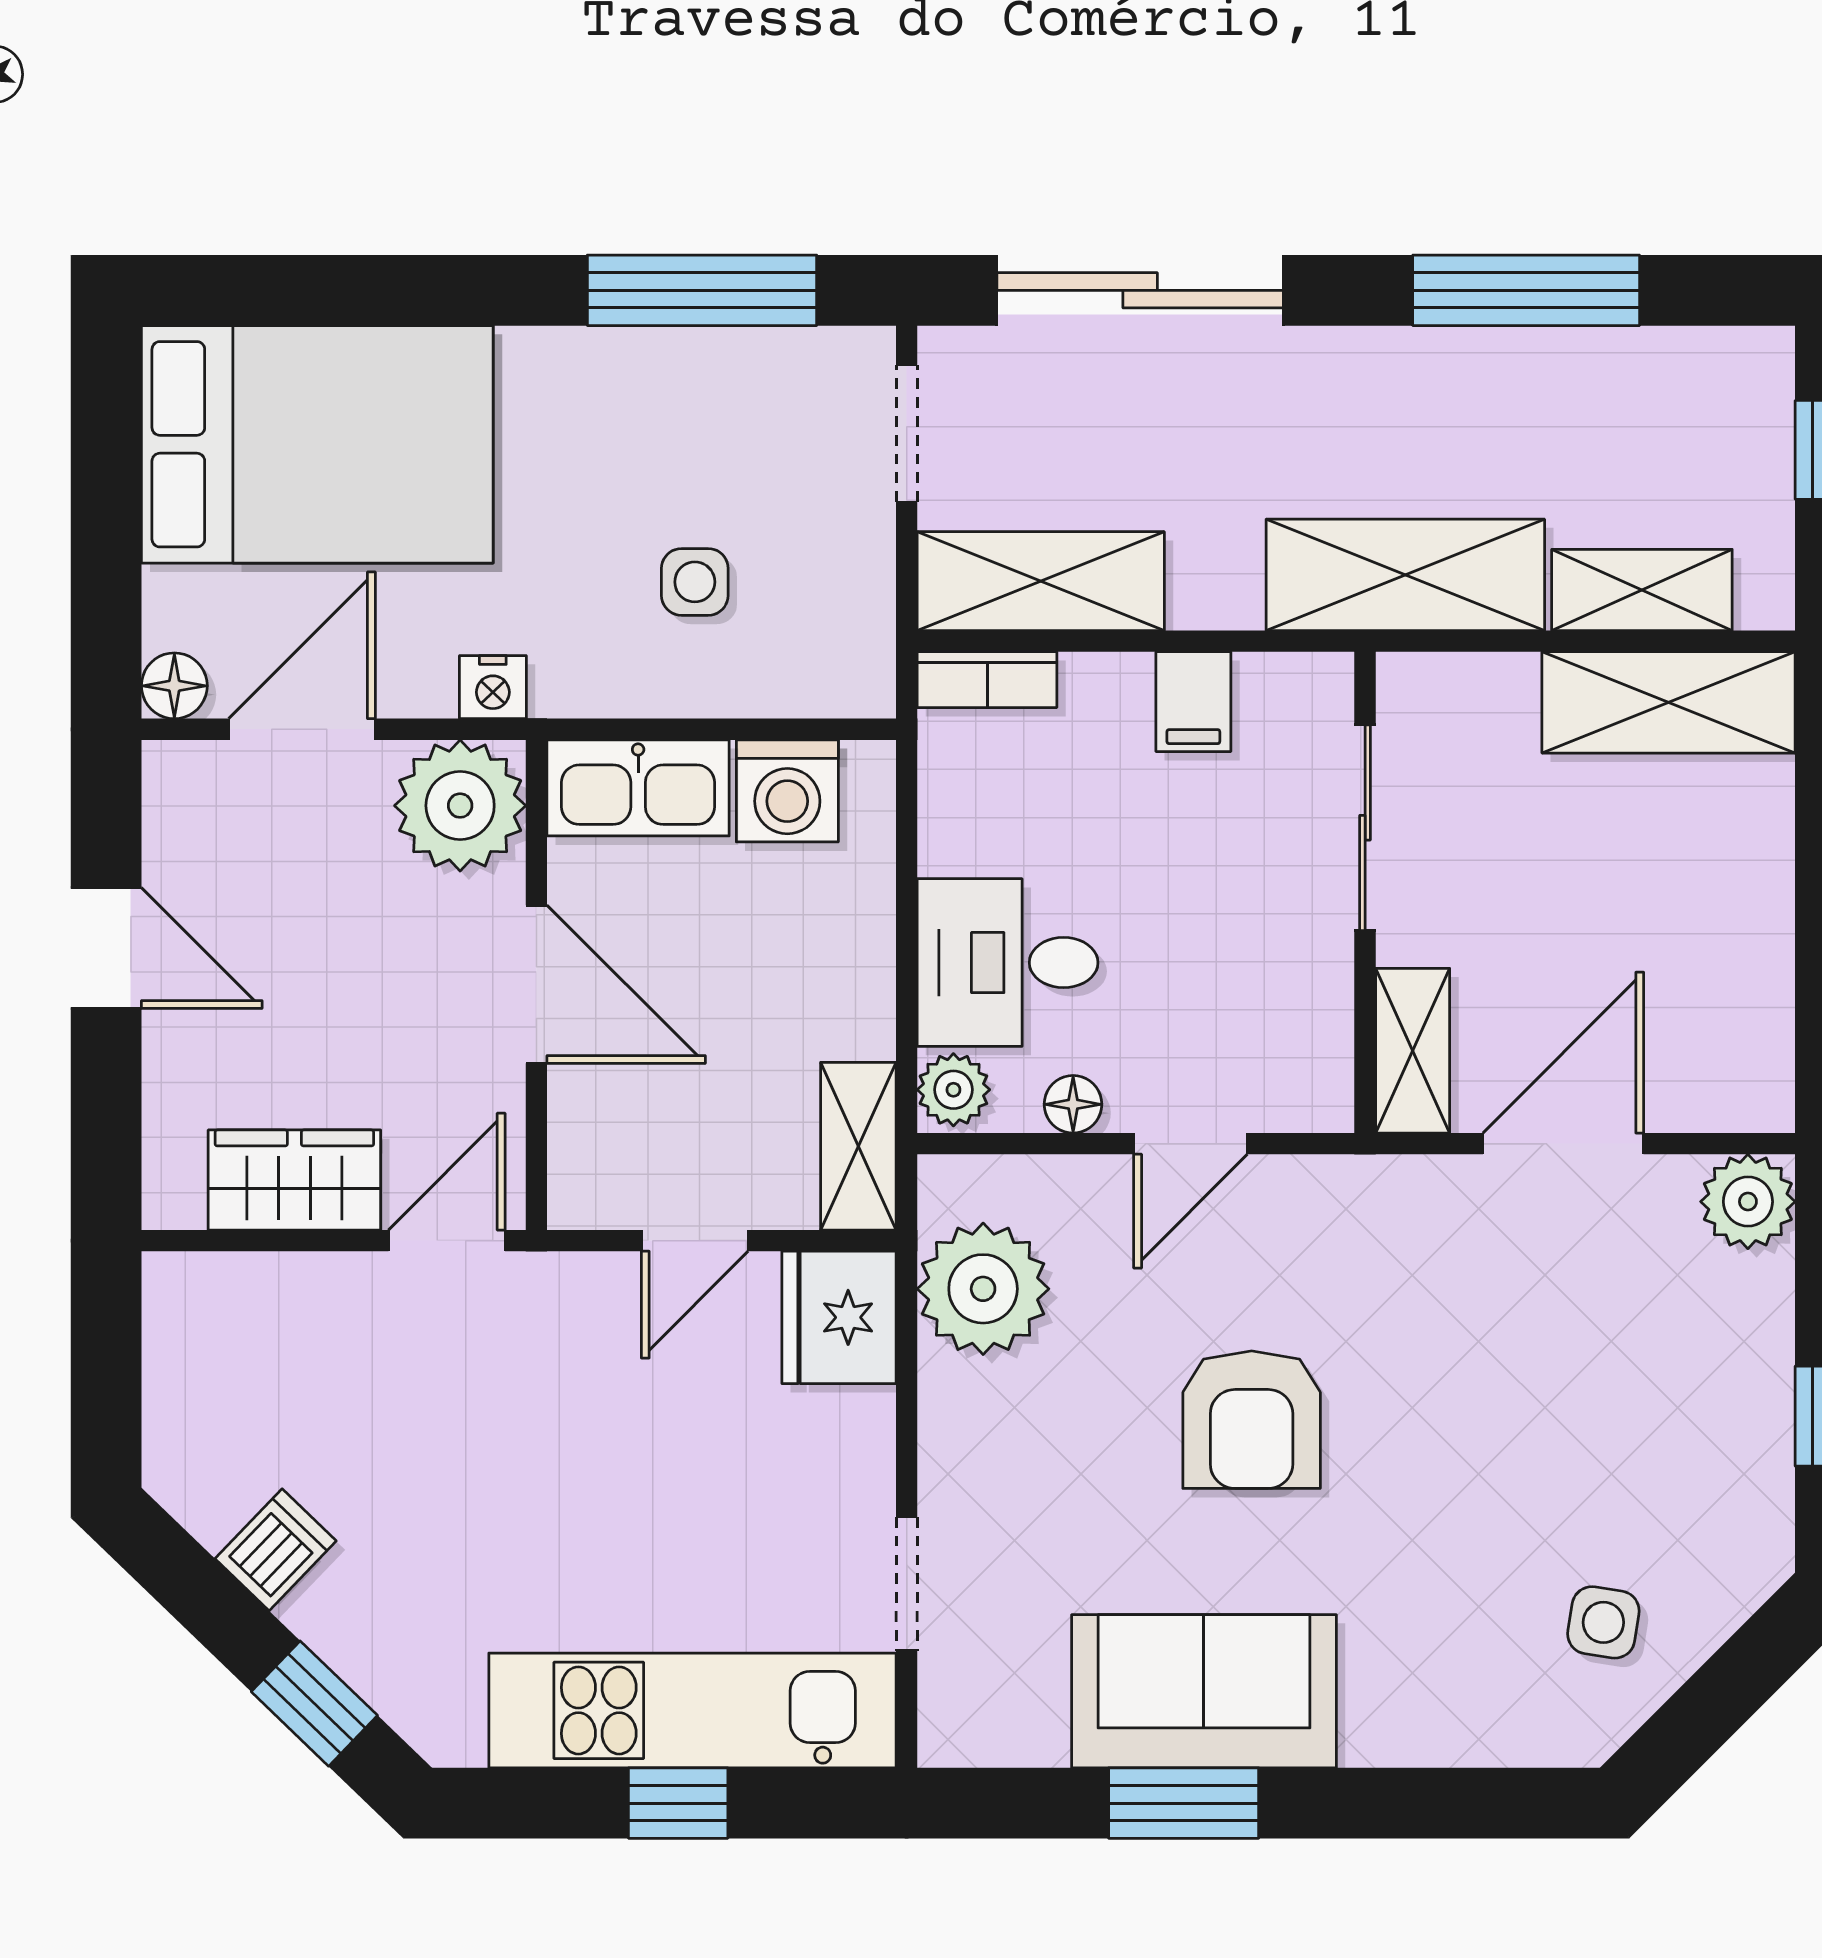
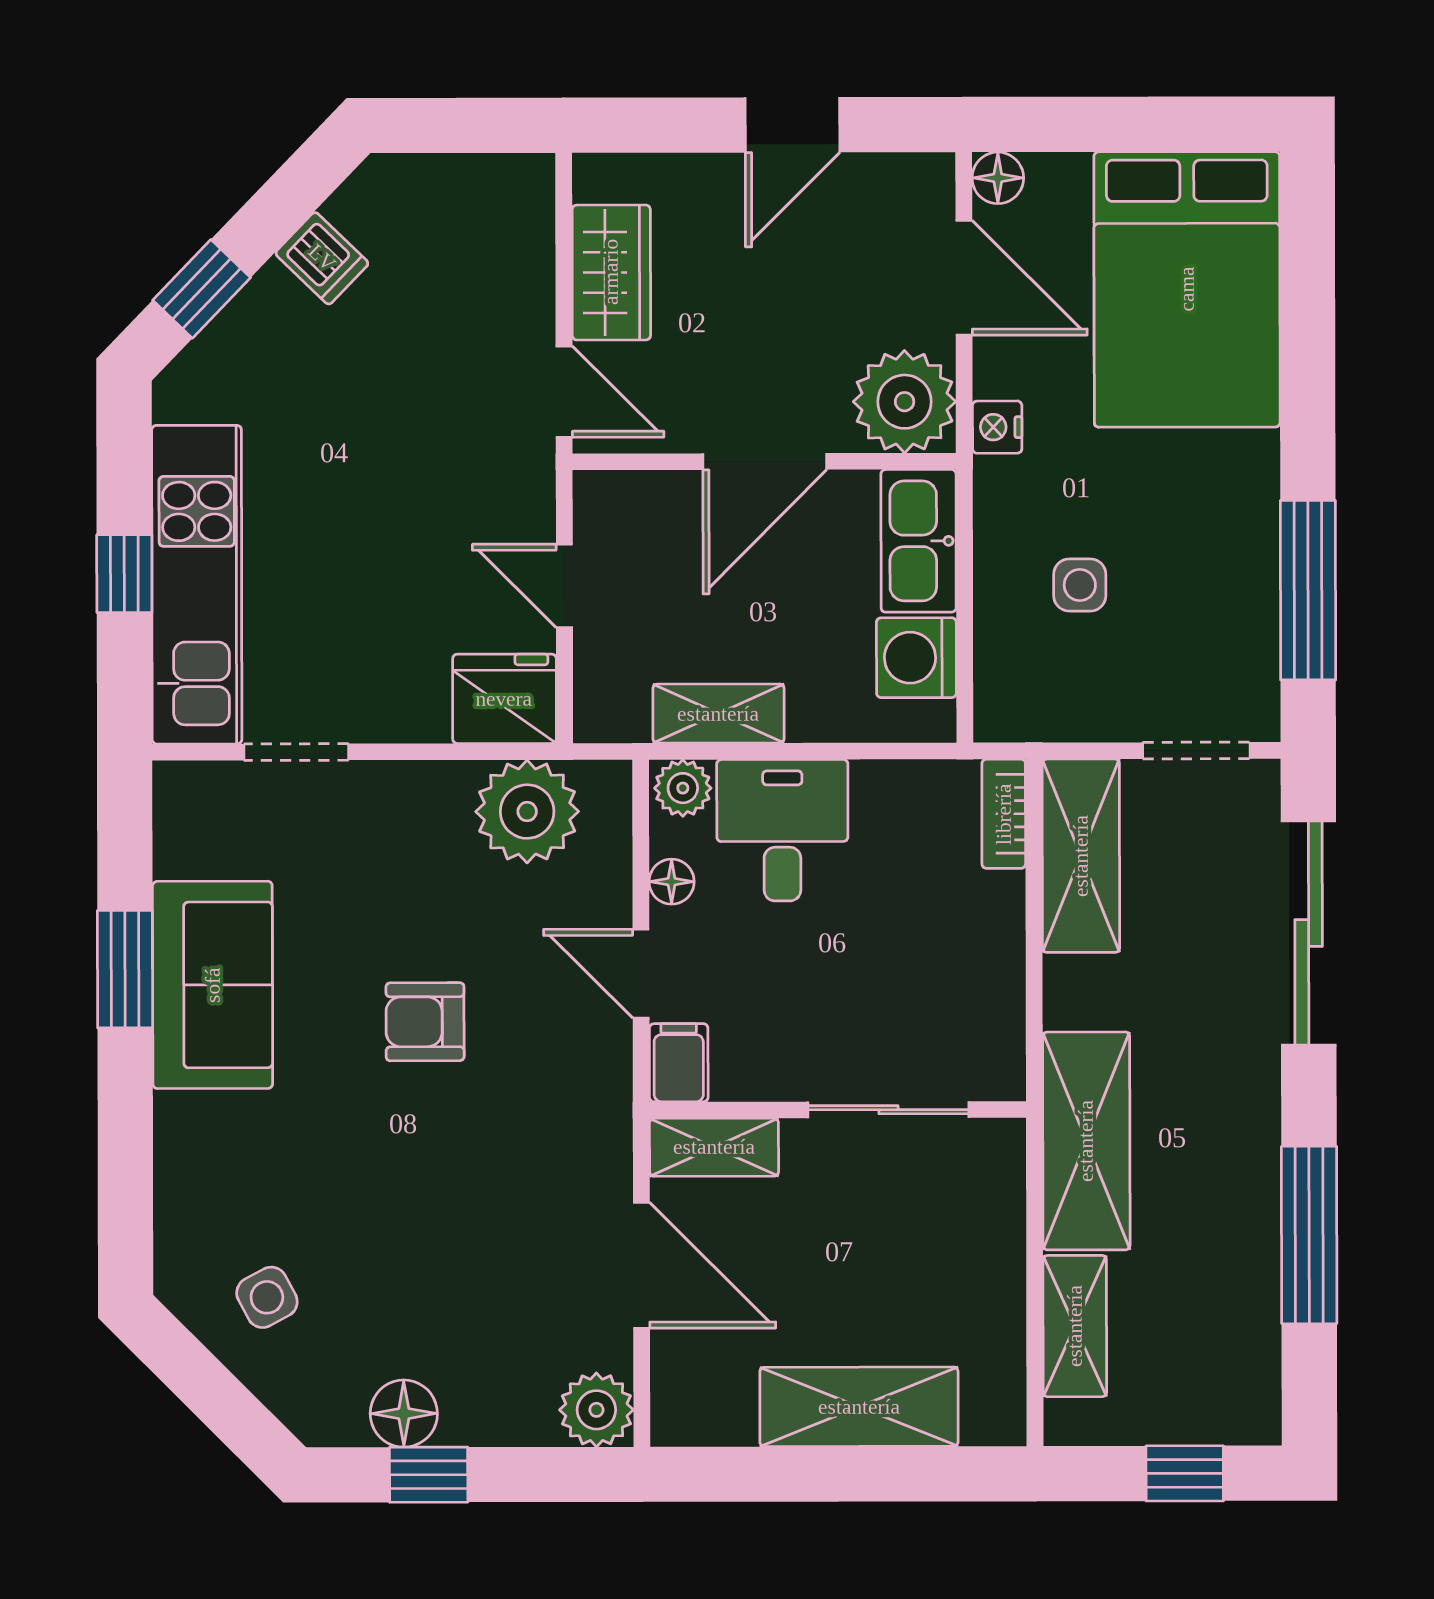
filing cabinet: (1193, 702) -> (679, 1063), moved, turned 90
shelving: (1669, 702) -> (859, 1407), moved, turned 90
shelving: (858, 1146) -> (718, 714), moved
armchair: (1252, 1420) -> (425, 1022), width x0.72, depth x0.72
floor lamp: (1752, 1448) -> (404, 1414), added
side table: (1603, 1622) -> (267, 1297), turned -37

